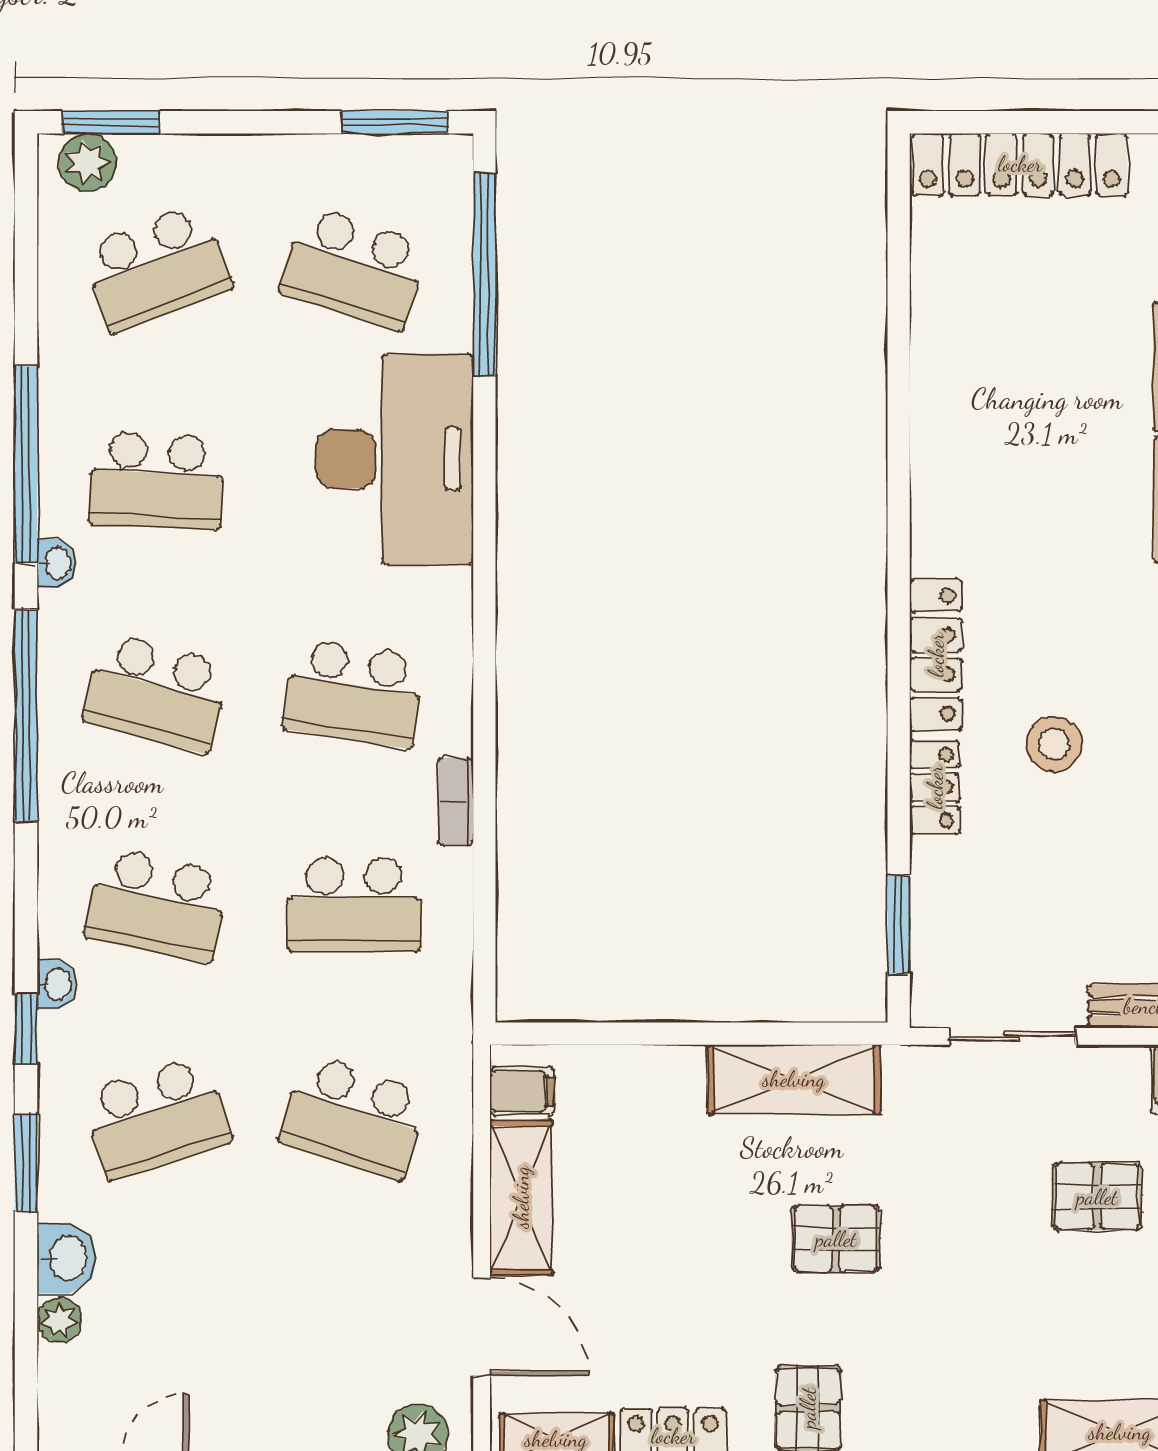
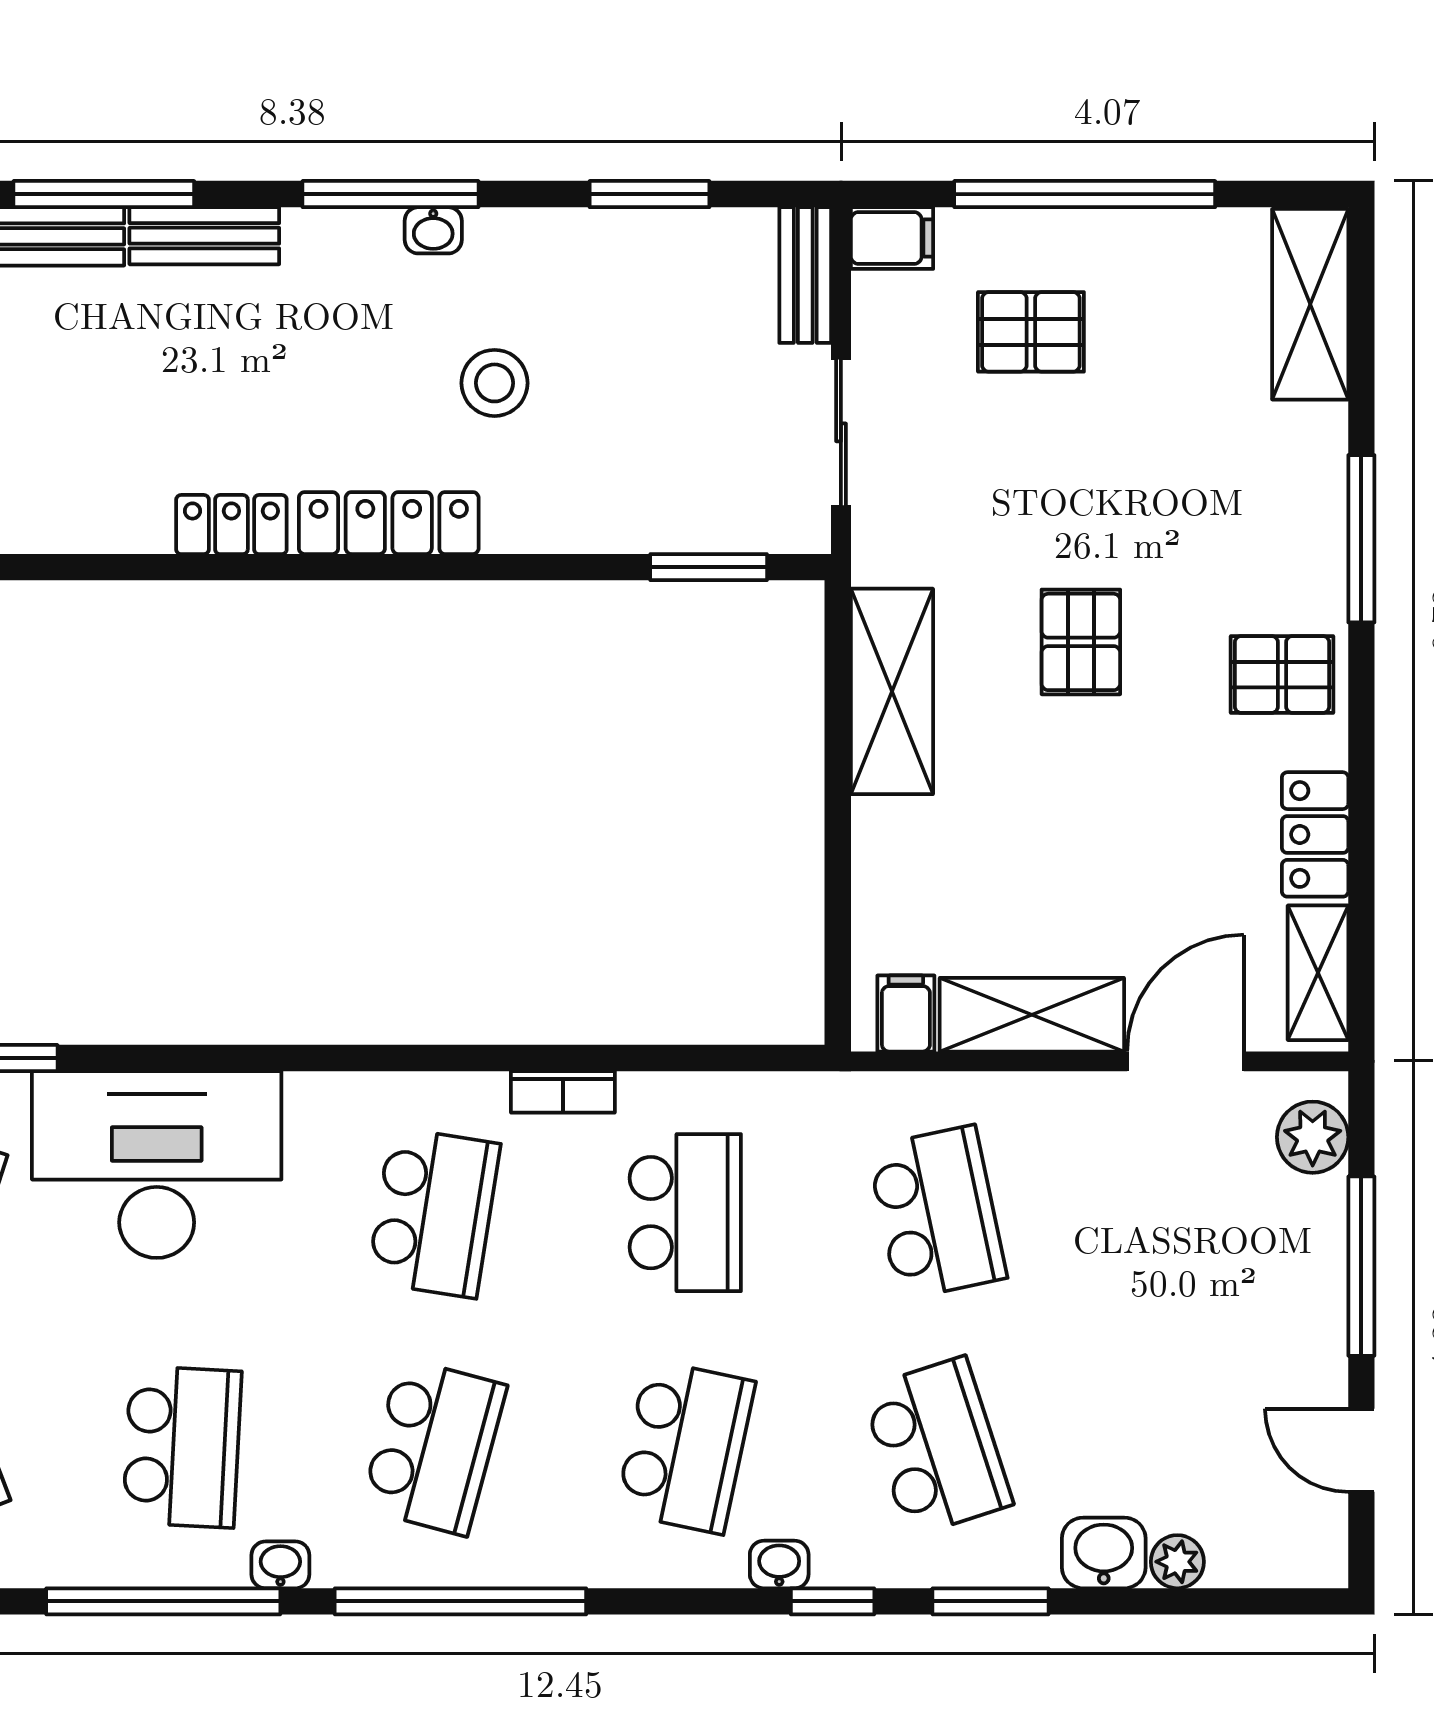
locker: (935, 787) -> (231, 525), moved
school desk: (354, 1117) -> (937, 1213), turned -30
pallet: (1097, 1197) -> (1031, 332), turned 90

